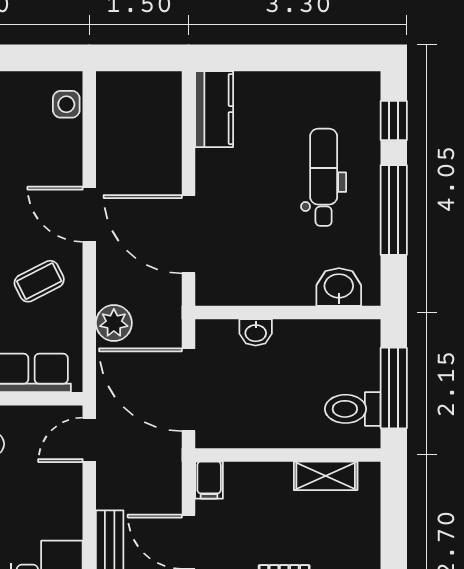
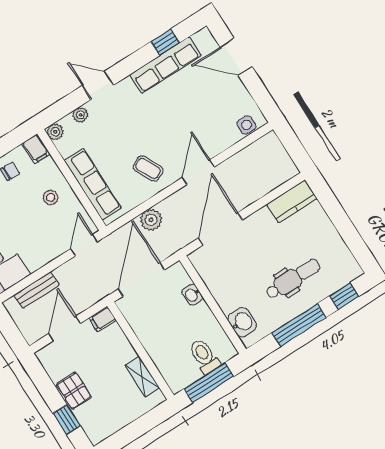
toilet: (353, 409) -> (204, 356), moved
door: (89, 440) -> (84, 245), hinge flipped

